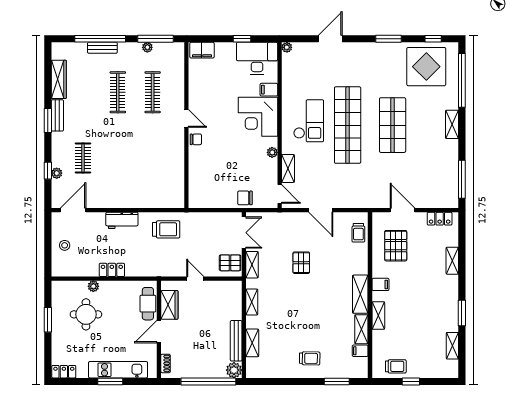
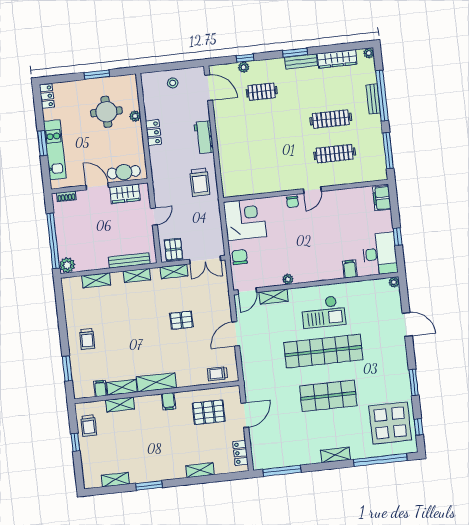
plant: (147, 47) -> (369, 53), moved
corner desk: (258, 117) -> (245, 219), moved, turned 90
shelving: (378, 316) -> (120, 405), moved
bench: (236, 341) -> (129, 260), moved

